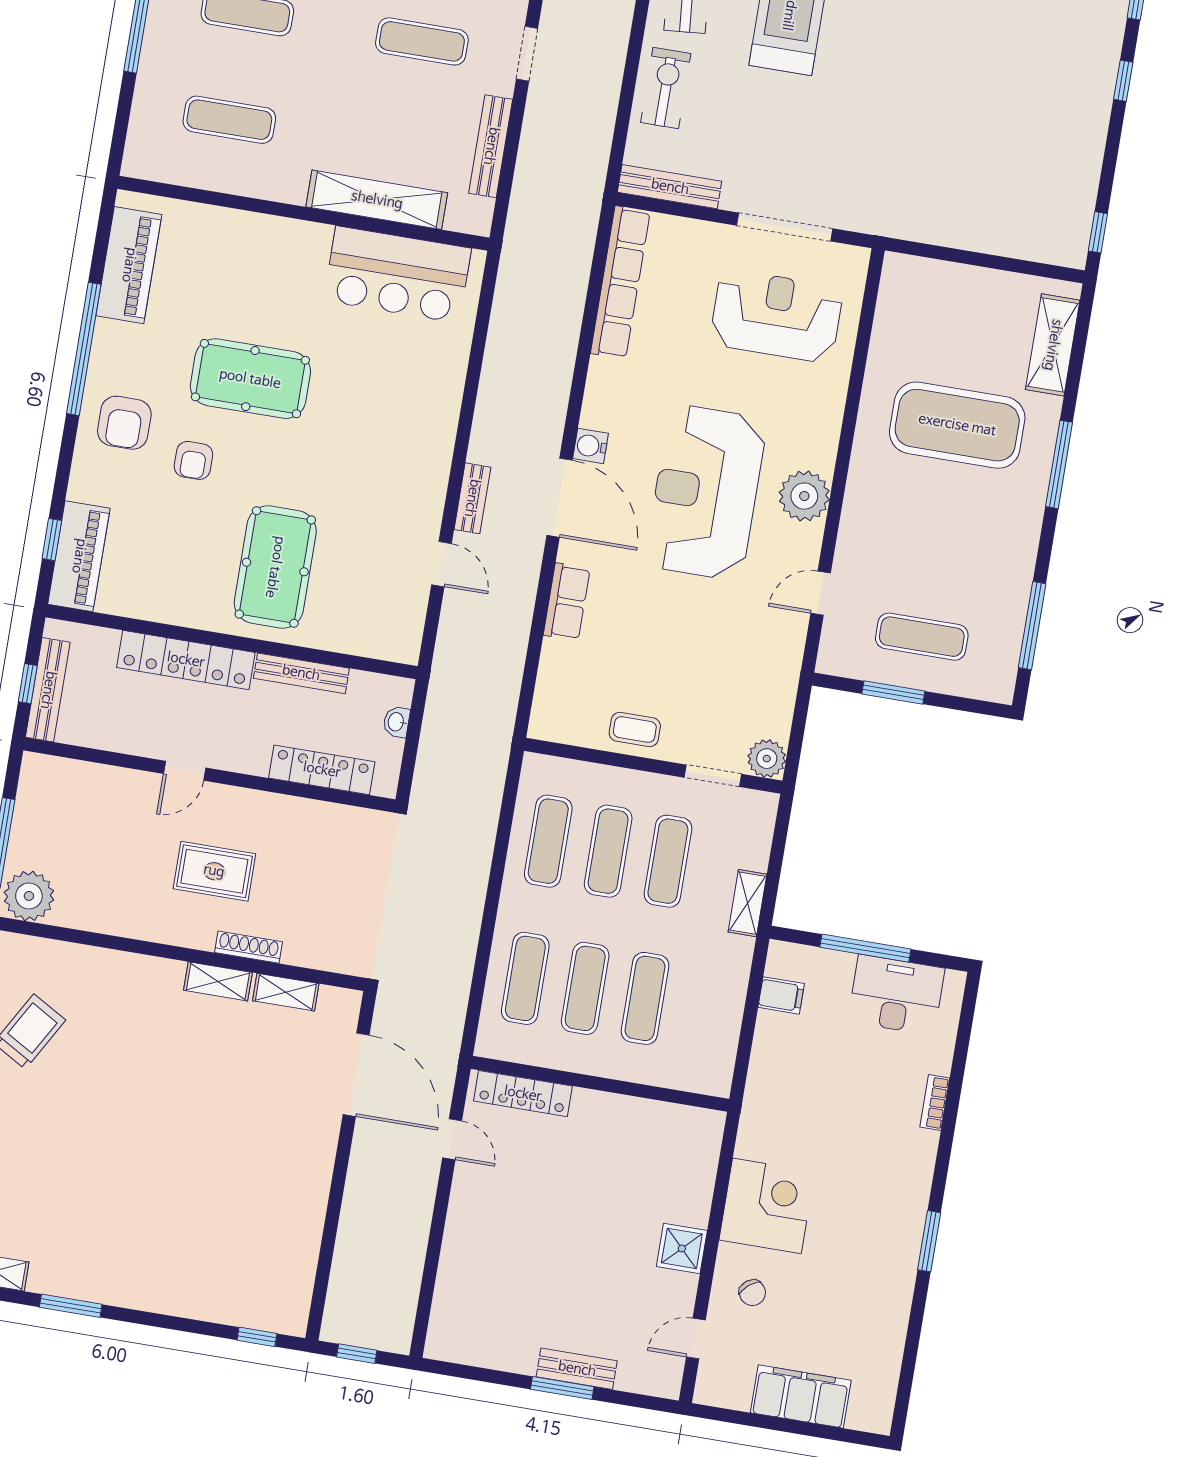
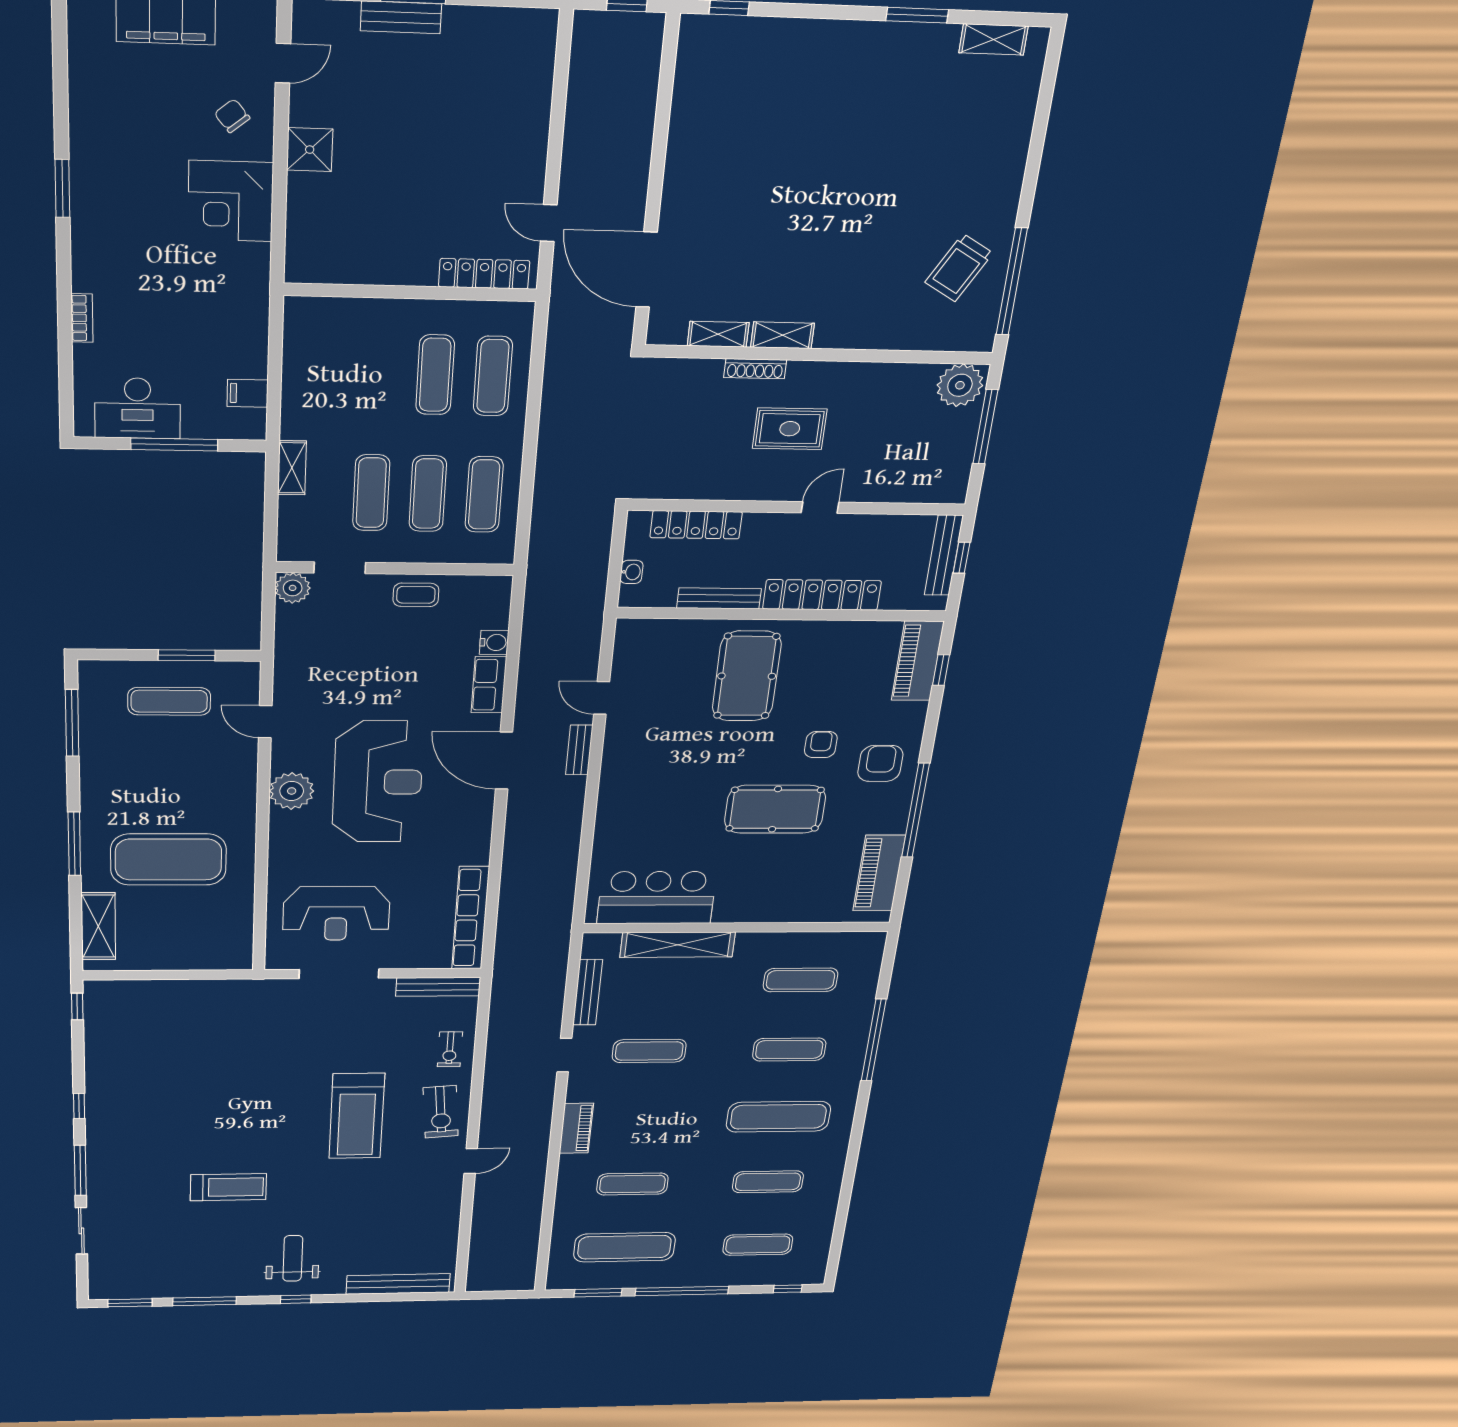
exercise bike: (666, 88) -> (450, 1049), width x0.73, depth x0.72
water cooler: (591, 446) -> (494, 642), moved
door: (821, 593) -> (265, 722), swing flipped
exercise mat: (645, 998) -> (377, 374), removed

